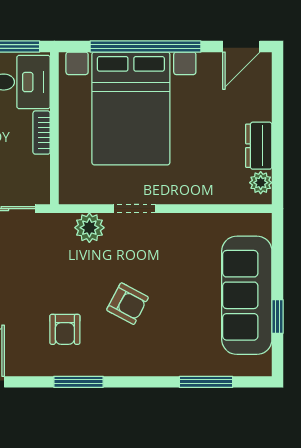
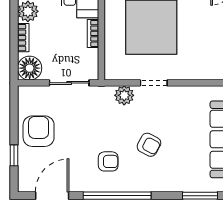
armchair: (65, 329) -> (108, 161), turned -90
window: (78, 382) -> (117, 196), width x2.11

